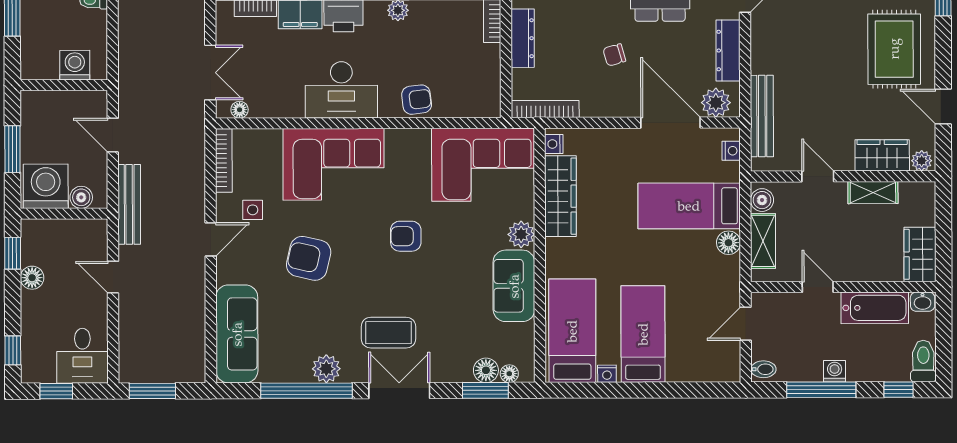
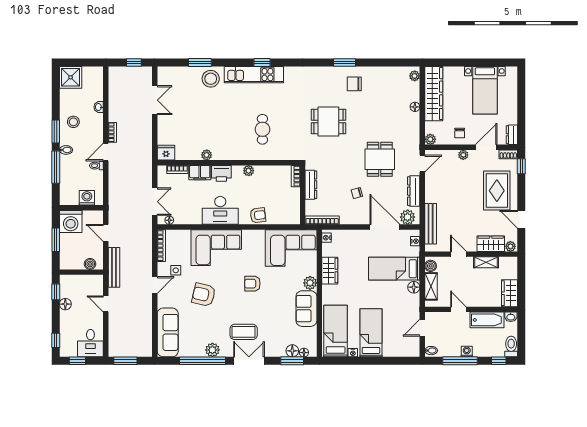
washing machine: (46, 186) -> (71, 221), moved, turned 180
wardrobe: (560, 196) -> (330, 271), width x0.67

